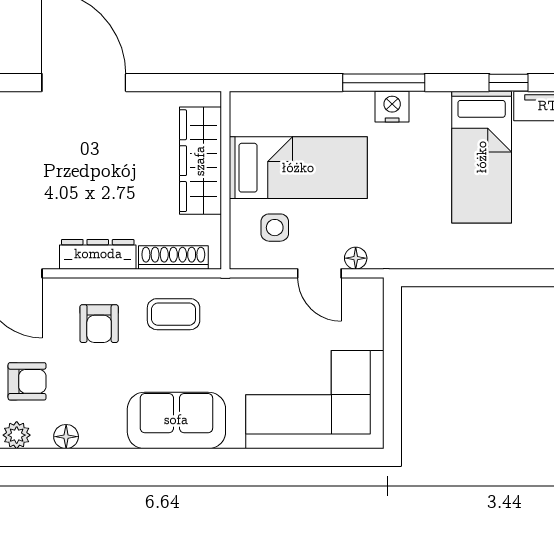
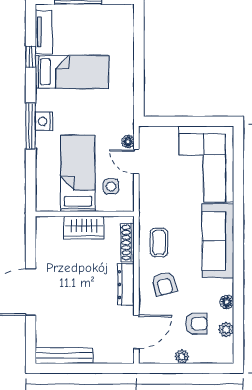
wardrobe: (200, 161) -> (84, 228), width x0.67
door: (319, 273) -> (136, 162), swing flipped
armchair: (99, 324) -> (164, 284), turned 75
armchair: (27, 381) -> (196, 324), turned 90
sofa: (176, 420) -> (218, 241), width x1.36

